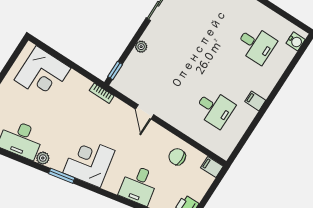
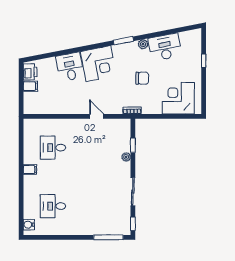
window: (115, 71) -> (133, 145), moved
chair: (177, 157) -> (142, 78), moved
corner desk: (89, 162) -> (98, 64), moved
filing cabinet: (212, 167) -> (30, 86), moved

